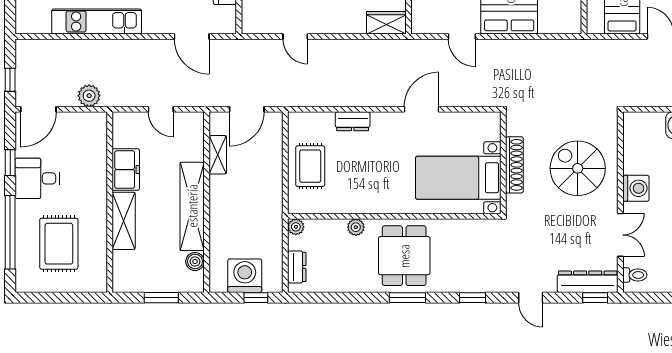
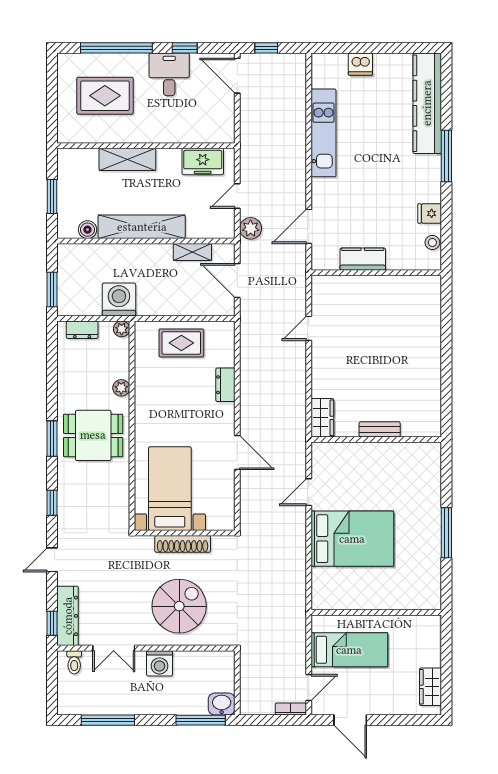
plant: (89, 96) -> (251, 228), moved
freezer: (126, 170) -> (203, 161), moved
washing machine: (245, 276) -> (119, 300), moved, turned -90
window: (256, 298) -> (52, 290), width x1.50

